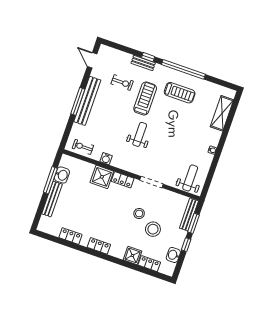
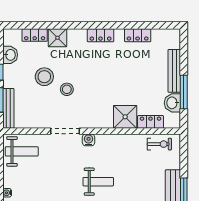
weight bench: (140, 134) -> (98, 182), turned -90
water cooler: (106, 159) -> (89, 140), moved
weight bench: (190, 178) -> (22, 151), turned -90
locker: (123, 180) -> (151, 122), moved

